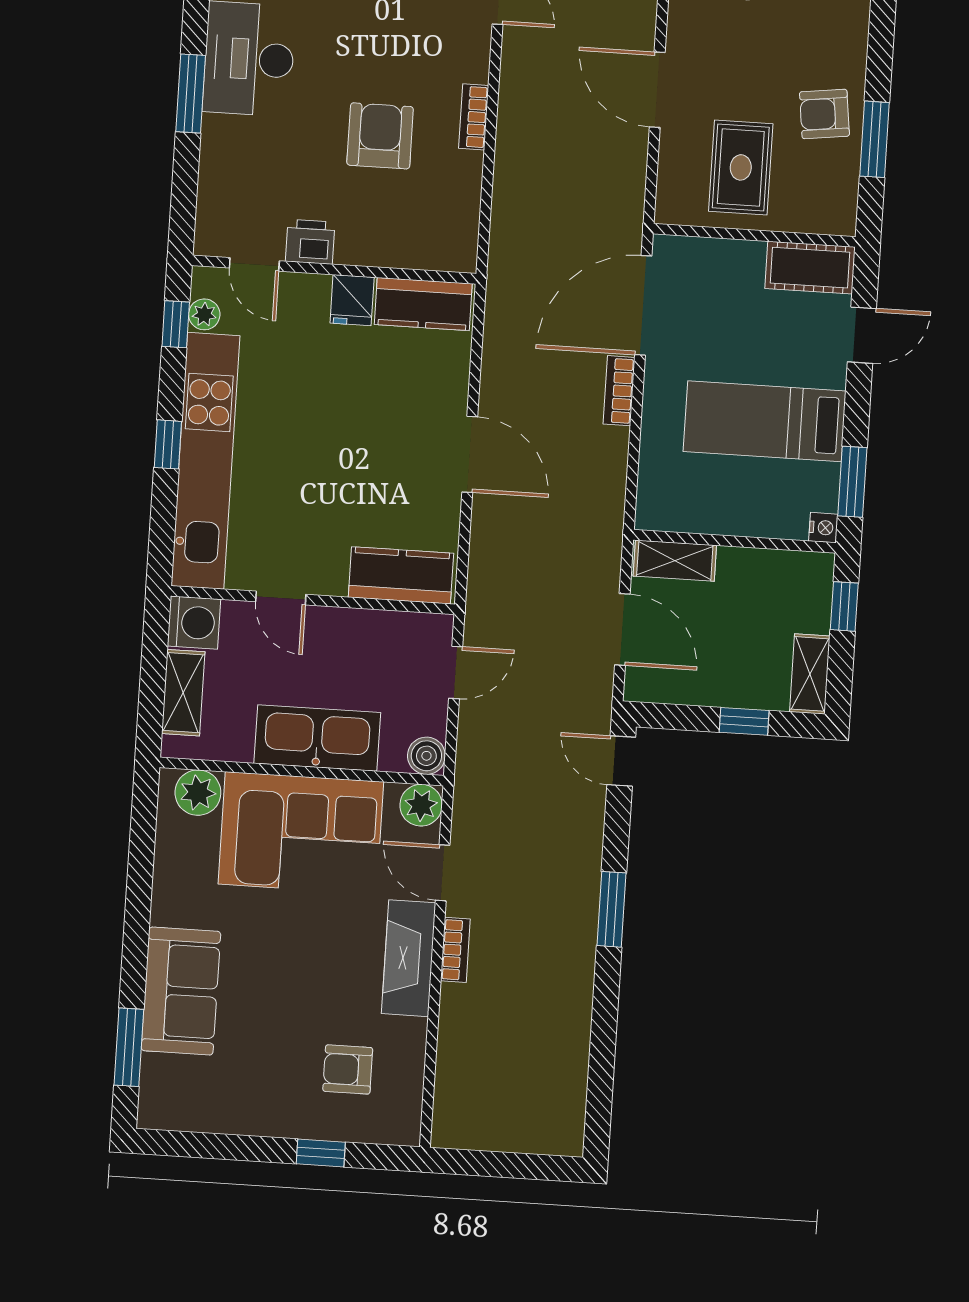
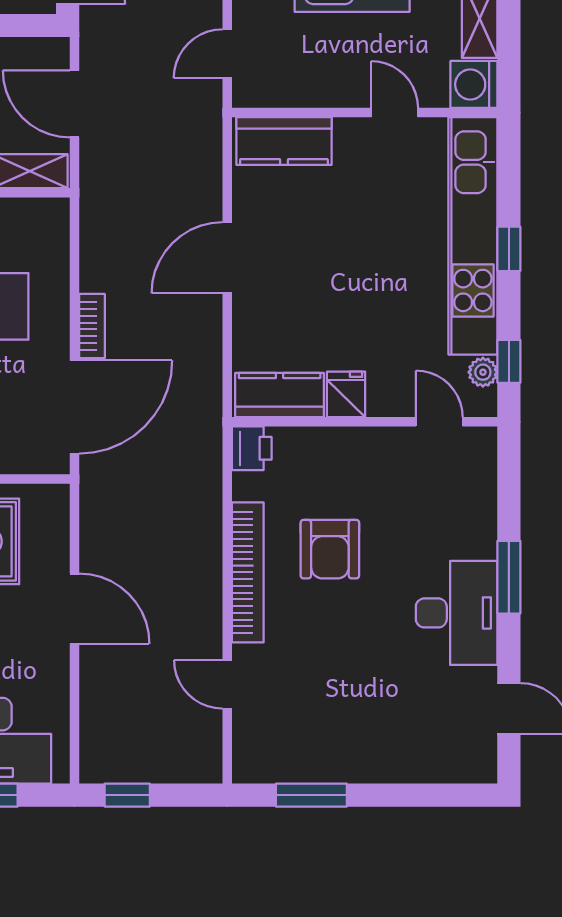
bookcase: (474, 117) -> (248, 572), width x2.31, depth x1.31
printer: (310, 242) -> (252, 448), moved, turned -90
door: (470, 454) -> (227, 258), hinge flipped

